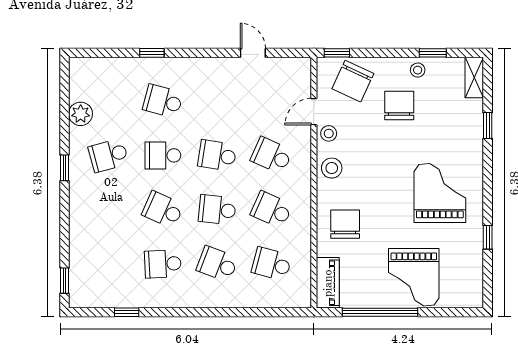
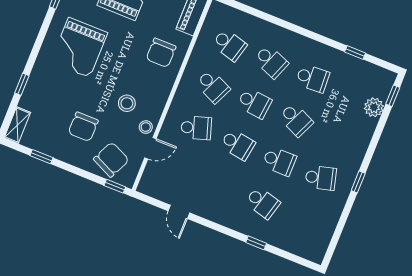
stool: (418, 70) -> (58, 148), removed
plant: (81, 114) -> (374, 107), moved
school desk: (272, 155) -> (196, 128), turned -42
stool: (332, 168) -> (127, 103), moved

